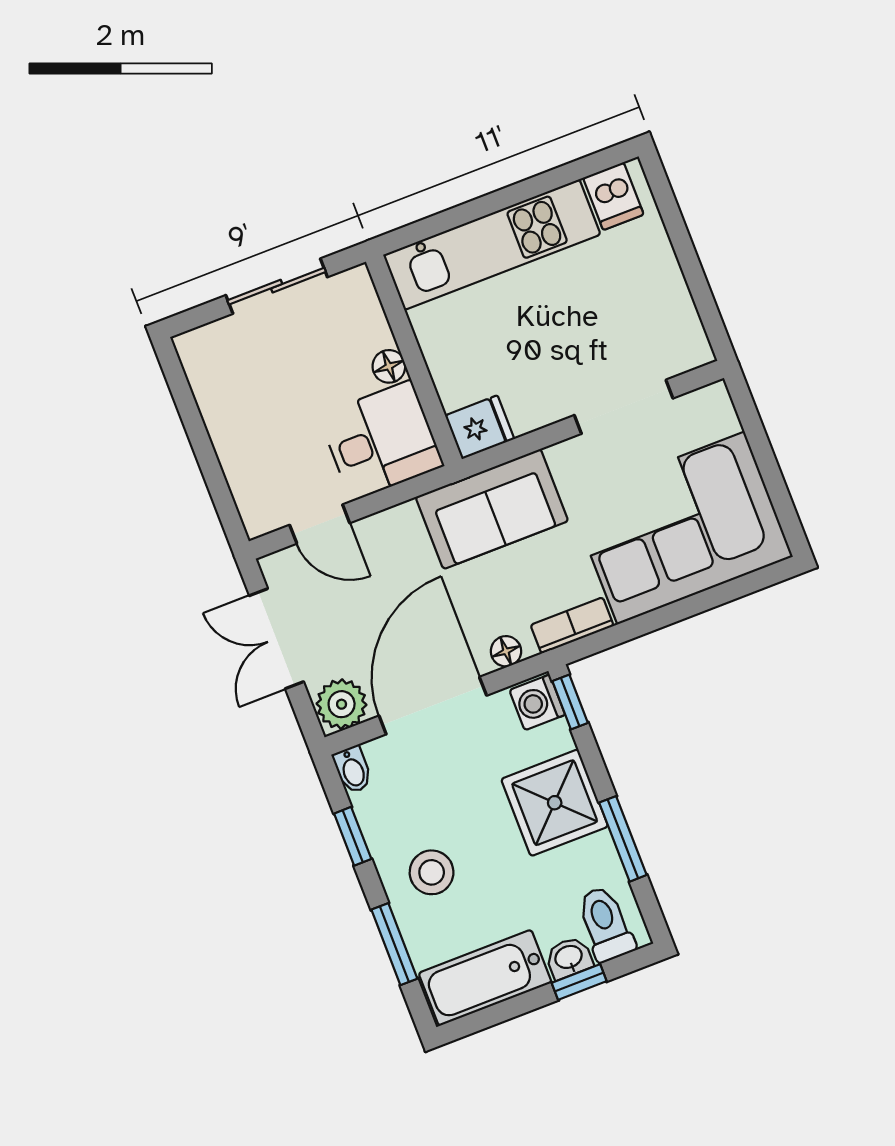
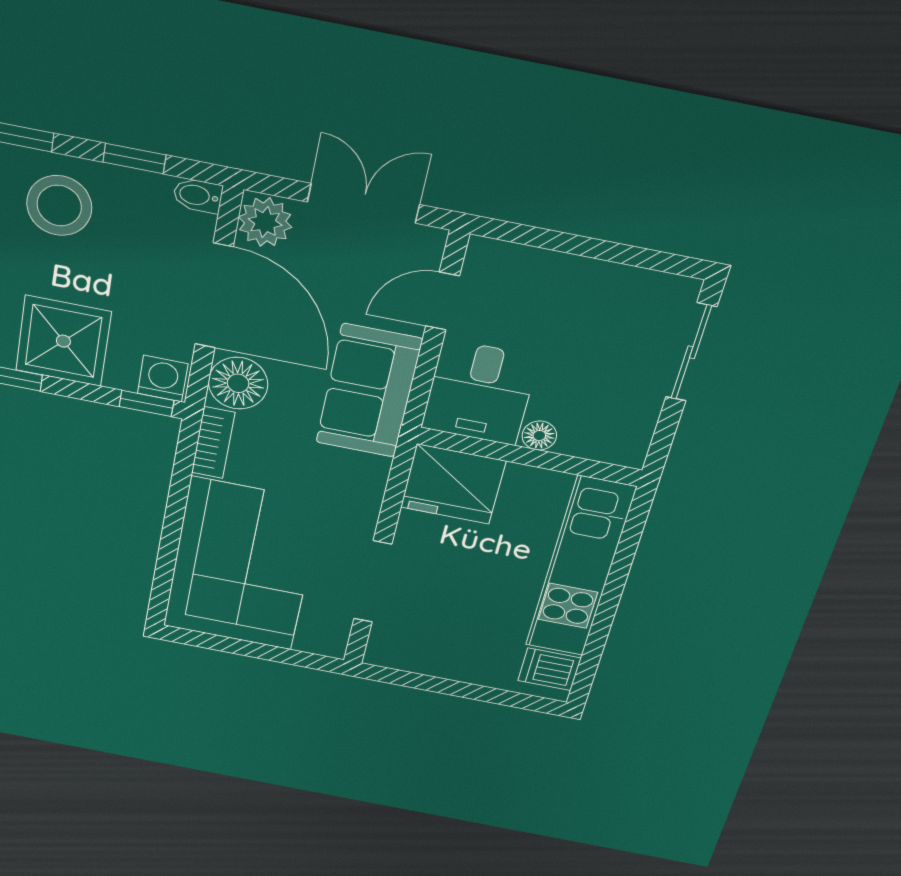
sliding door: (277, 286) -> (691, 352), moved
fridge: (480, 427) -> (453, 484), width x1.88, depth x1.34
sofa: (492, 509) -> (369, 391), moved
floor lamp: (506, 651) -> (238, 383), width x1.89, depth x1.89
stool: (432, 872) -> (59, 206), width x1.38, depth x1.38

